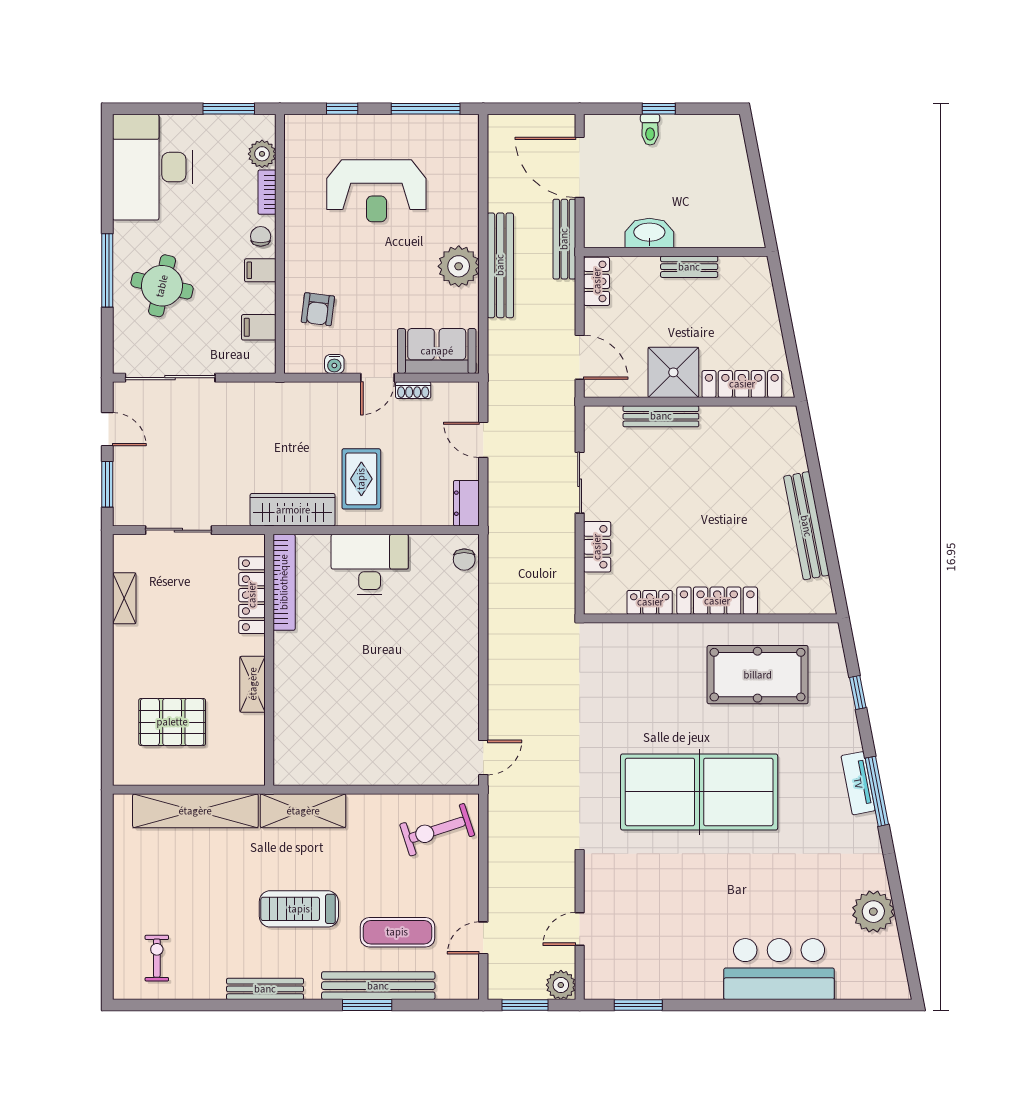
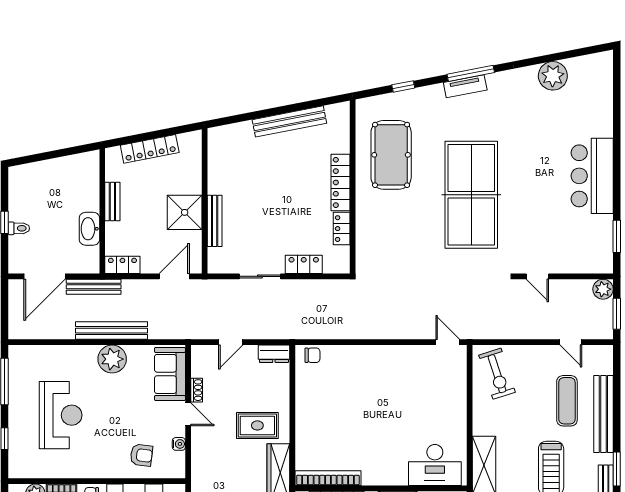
locker: (742, 384) -> (150, 149), moved, turned -101
desk: (370, 564) -> (435, 465), moved, turned -90
door: (580, 929) -> (537, 276), moved
bar counter: (779, 969) -> (592, 176), moved
window: (367, 1005) -> (617, 469), moved

